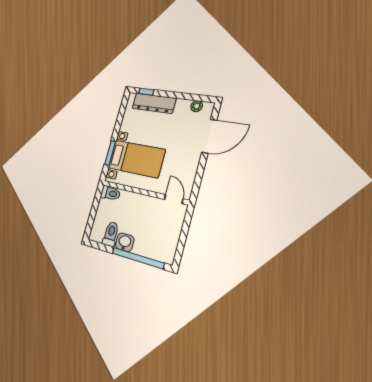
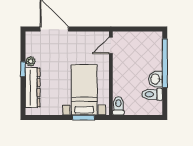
window: (146, 92) -> (23, 69), moved
plant: (197, 106) -> (30, 61), moved

